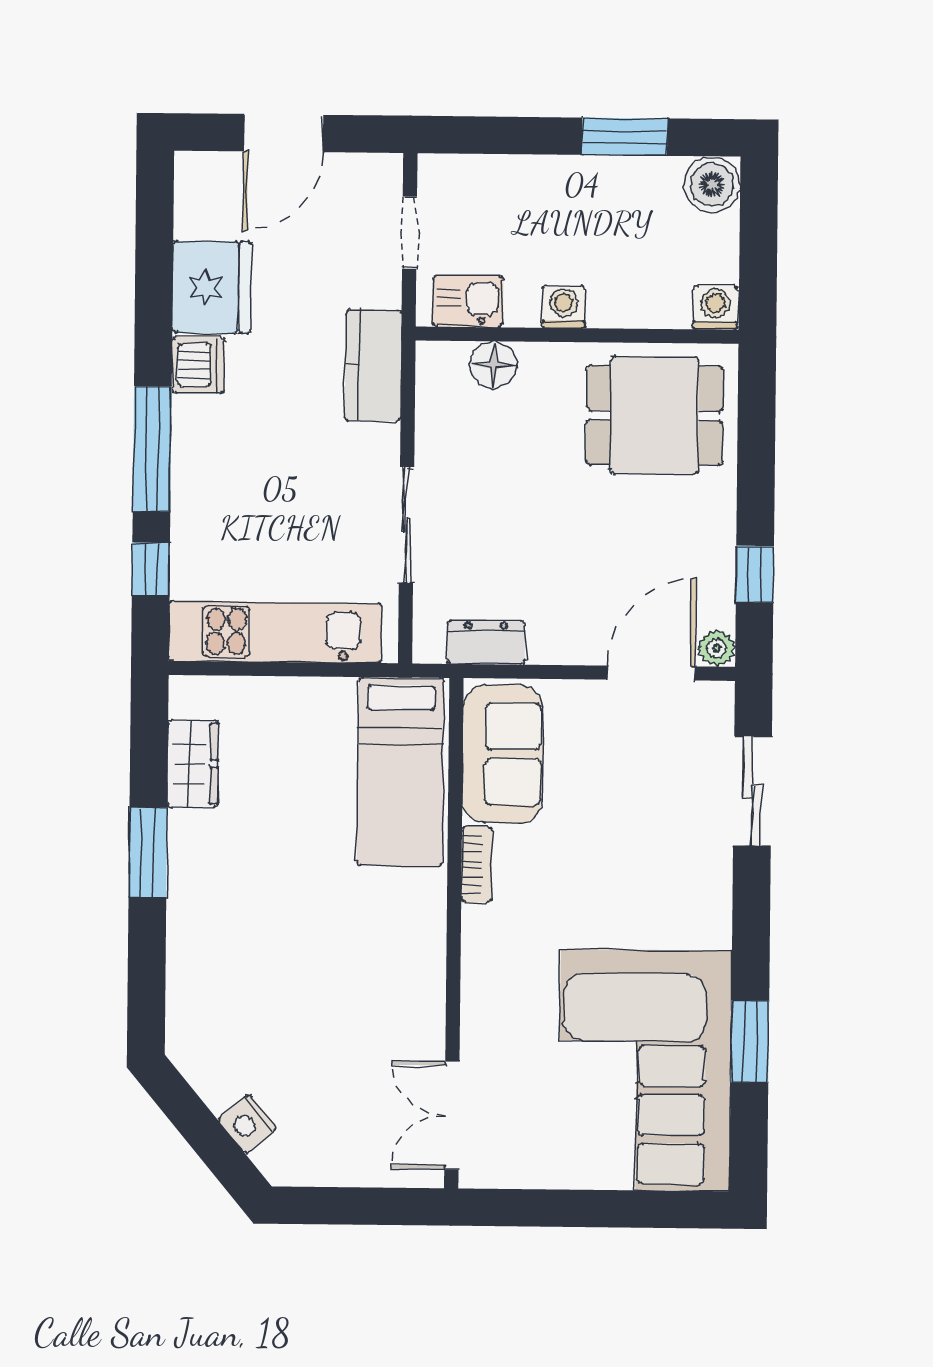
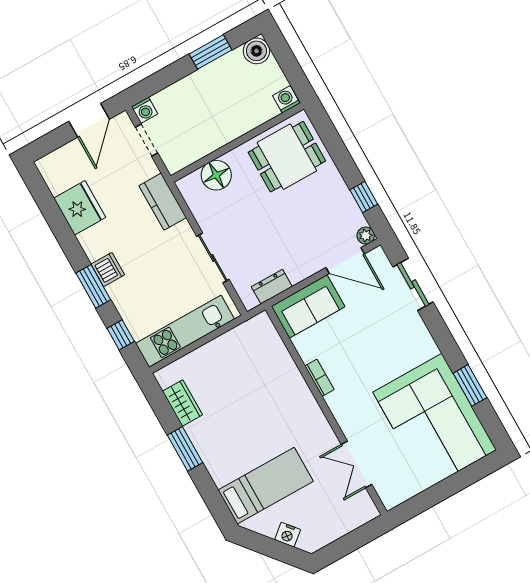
door: (284, 133) -> (89, 120), moved
kitchen sink: (468, 301) -> (186, 154), removed
washing machine: (564, 307) -> (145, 110), moved, turned 180
dishwasher: (198, 365) -> (108, 269), moved
floor lamp: (494, 365) -> (216, 175), width x1.38, depth x1.38
window: (152, 449) -> (93, 286), width x0.69
door: (651, 673) -> (345, 261), swing flipped
sofa: (503, 754) -> (308, 306), moved, turned 90
bed: (400, 772) -> (266, 486), moved, turned -90
double door: (452, 1115) -> (357, 464), moved

